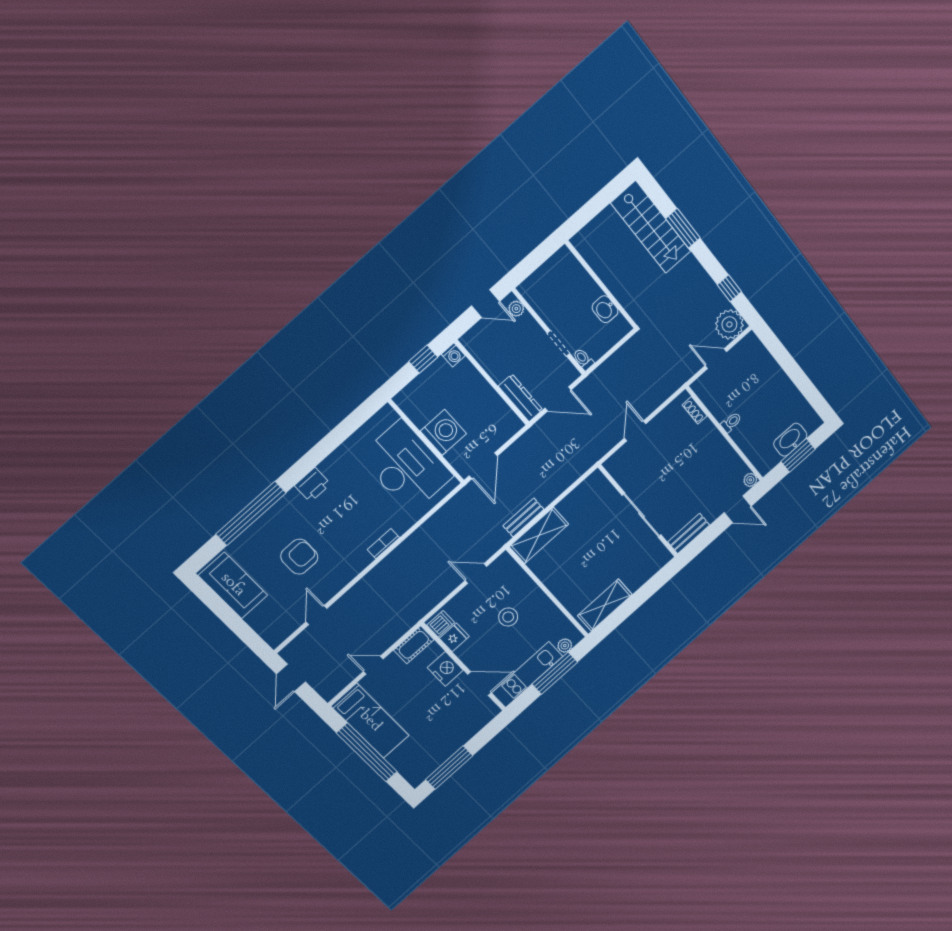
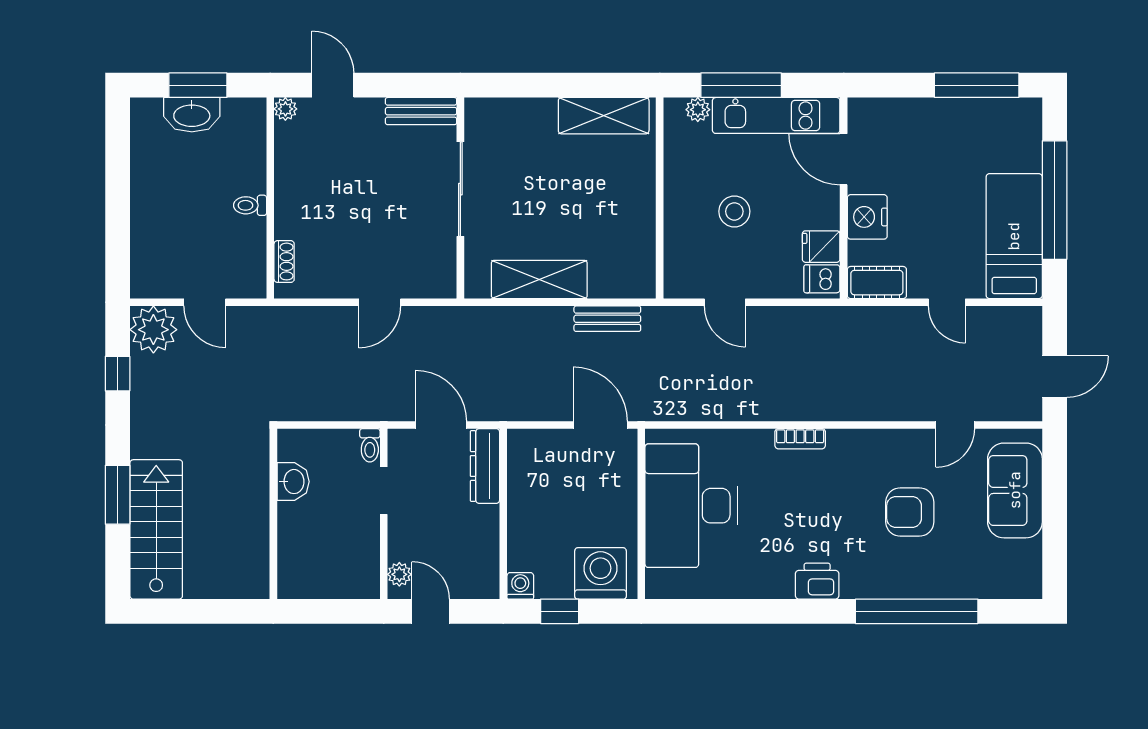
washing machine: (443, 432) -> (600, 573), moved, turned 90
door: (483, 466) -> (600, 425), hinge flipped
shelving: (539, 535) -> (539, 279), moved
sofa: (233, 585) -> (1015, 490), moved

